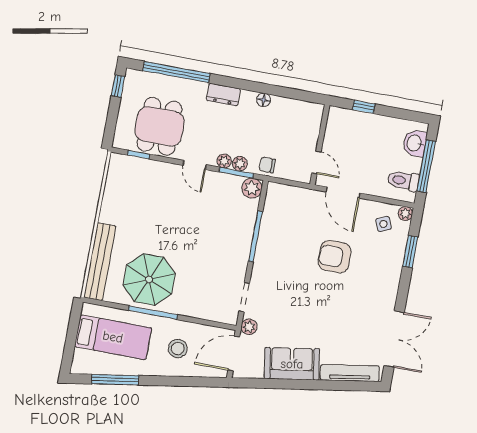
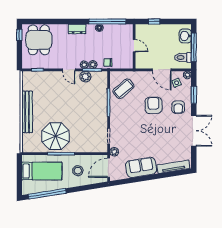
window: (176, 72) -> (107, 21), moved
dining table: (159, 126) -> (39, 40), moved
door: (316, 162) -> (134, 46), moved
plant: (252, 188) -> (85, 77), moved
door: (343, 193) -> (162, 70), moved
coffee table: (287, 217) -> (124, 89), added
armchair: (335, 257) -> (153, 105), turned 90
bench: (100, 262) -> (27, 112), moved
armchair: (378, 268) -> (178, 107), added
double door: (394, 339) -> (194, 131), moved
window: (115, 380) -> (47, 194), width x1.46

